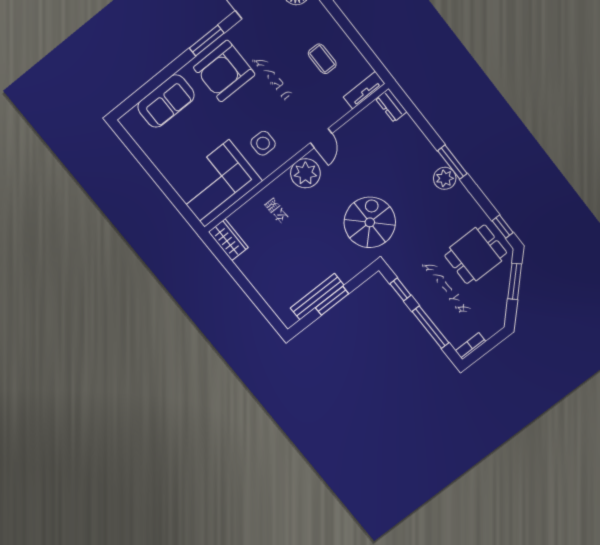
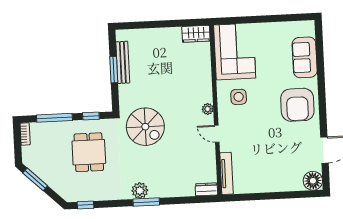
window: (207, 41) -> (322, 107), removed
coffee table: (322, 59) -> (263, 168), removed
armchair: (224, 71) -> (297, 105), turned 180
tv unit: (364, 90) -> (227, 173), width x1.41
plant: (305, 173) -> (208, 109), width x0.53, depth x0.53
dining table: (476, 254) -> (89, 152), moved
window: (515, 281) -> (35, 179), moved

